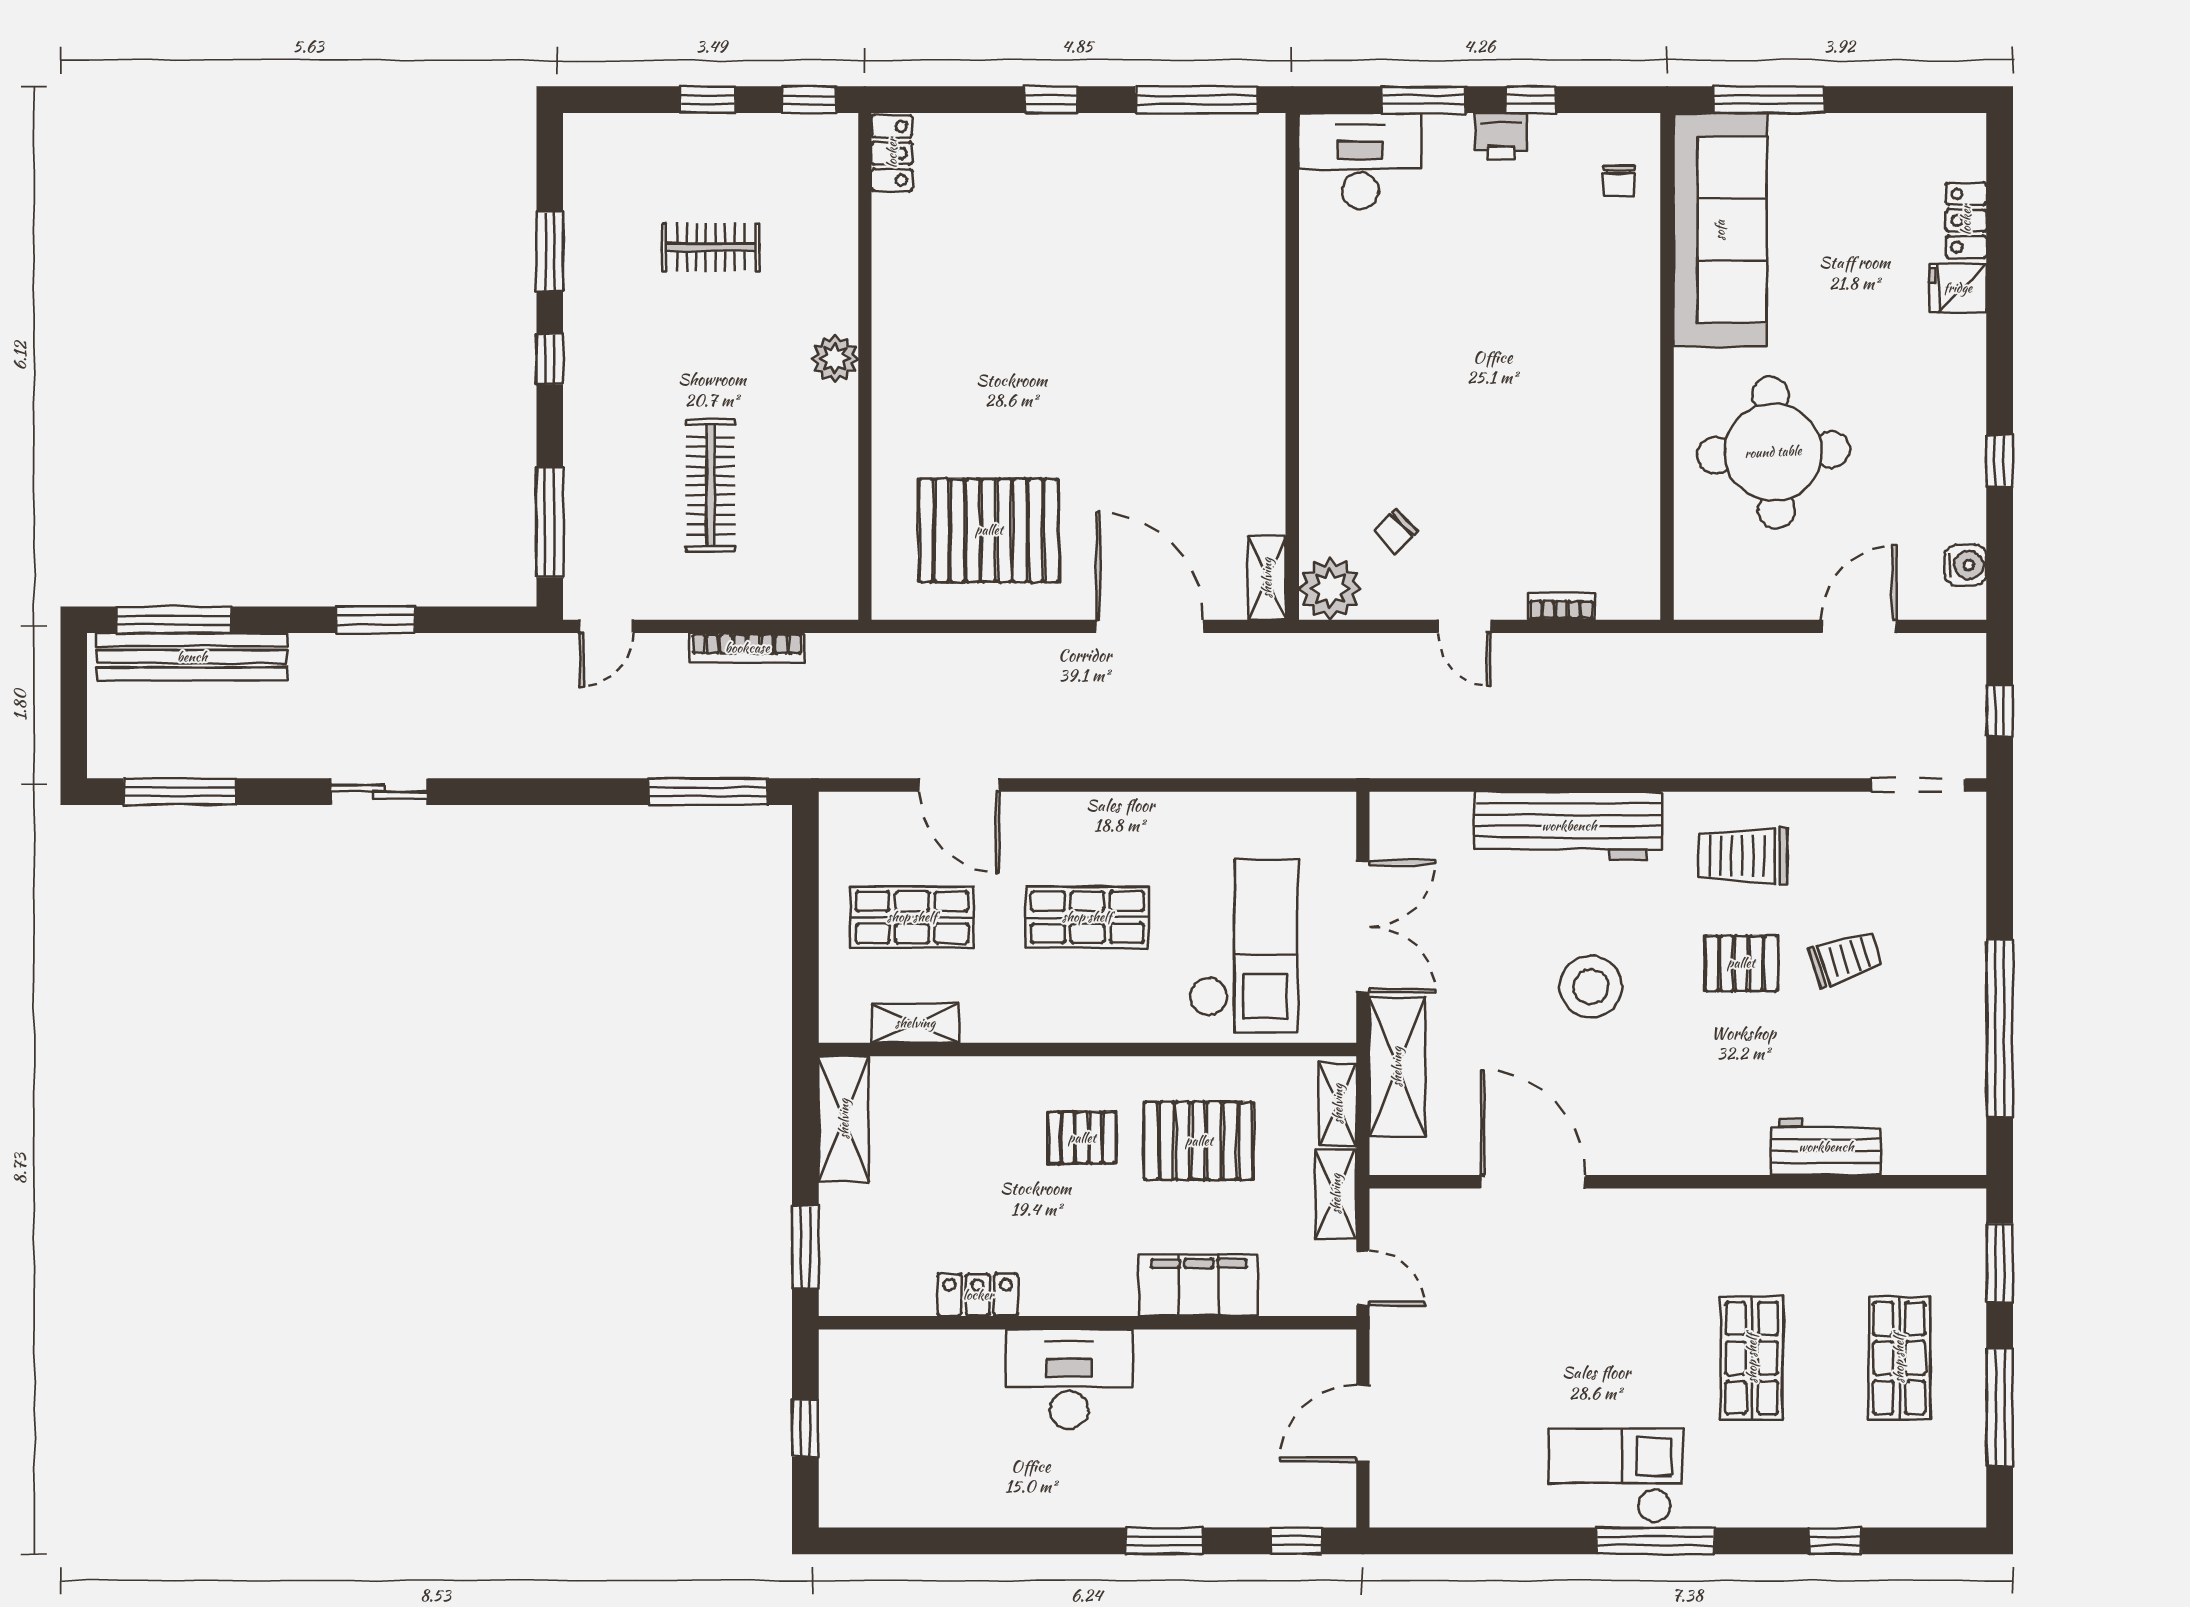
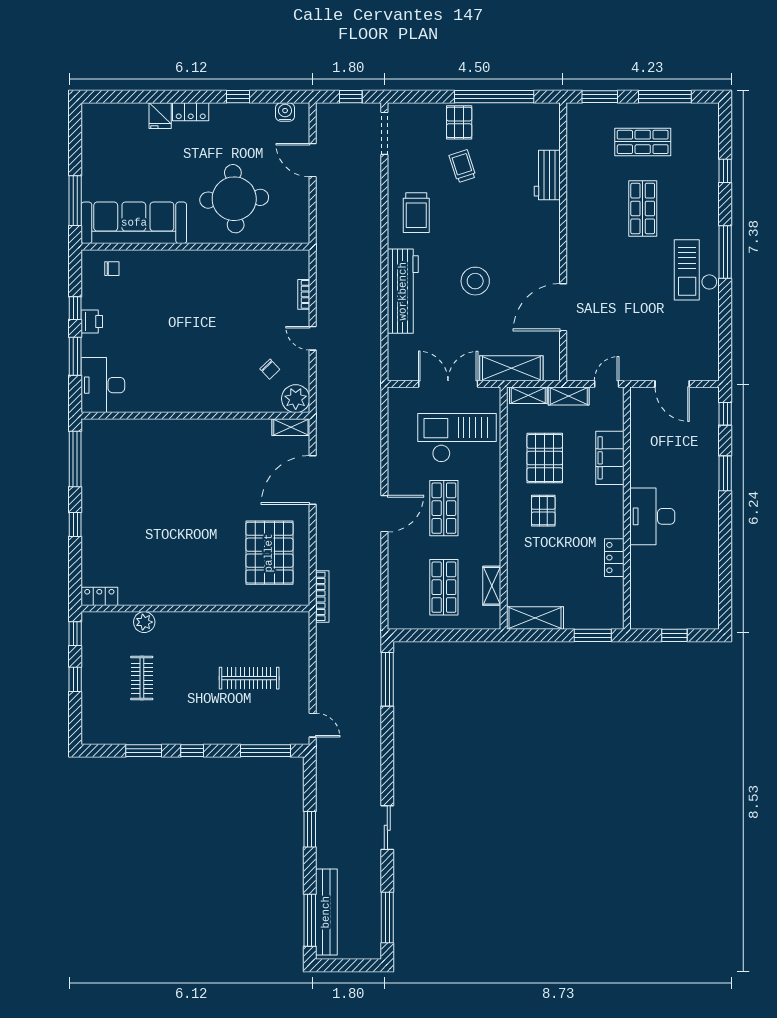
locker: (1966, 220) -> (191, 112), moved
plant: (835, 359) -> (144, 622), moved
door: (1464, 626) -> (313, 338), swing flipped
bookcase: (747, 648) -> (322, 596), moved
door: (959, 785) -> (384, 514), moved
pallet: (1741, 963) -> (459, 122), moved
shop shelf: (1752, 1358) -> (643, 208), turned 90

